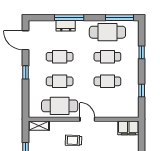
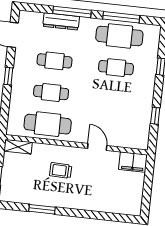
window: (119, 18) -> (121, 17), moved
dresser: (66, 26) -> (61, 21), width x1.44
cafe table: (107, 81) -> (113, 99), removed
door: (87, 119) -> (97, 147), moved

